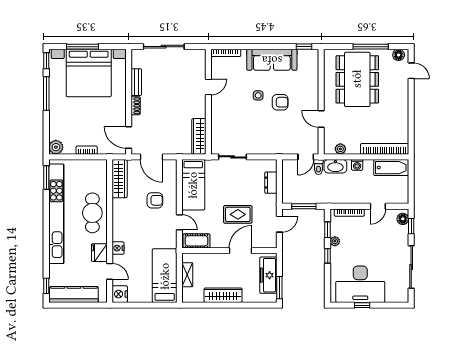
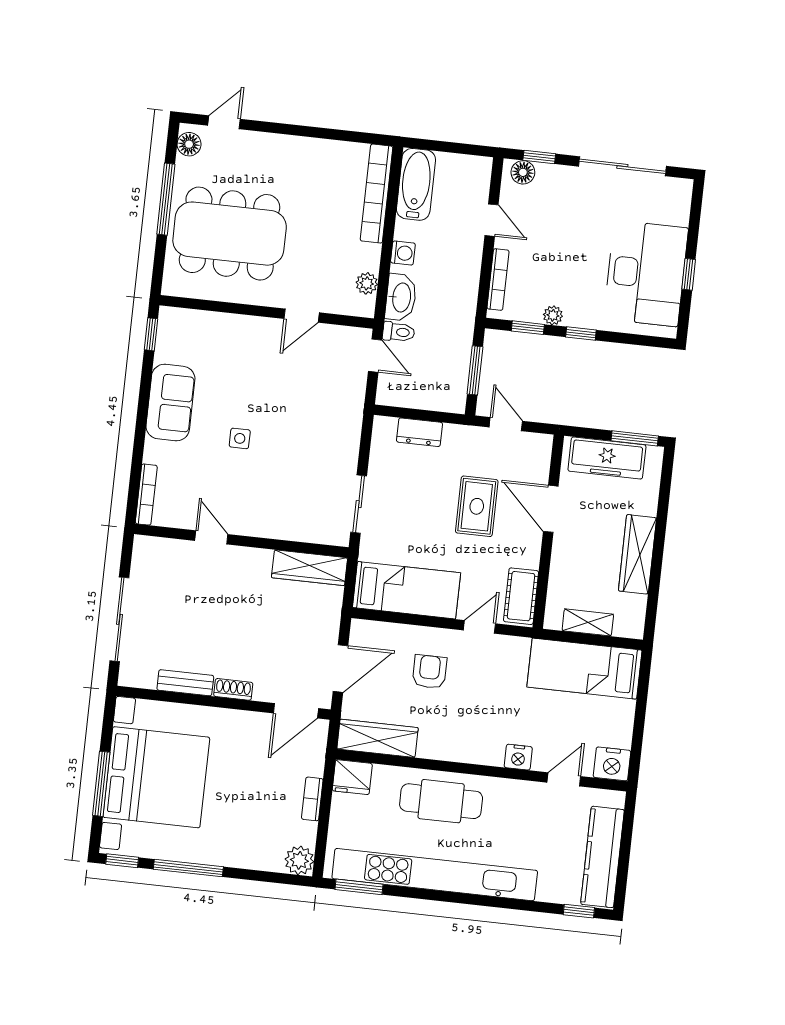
sofa: (272, 60) -> (170, 403), width x0.73
armchair: (280, 102) -> (259, 395), removed
fridge: (99, 253) -> (352, 777), moved

